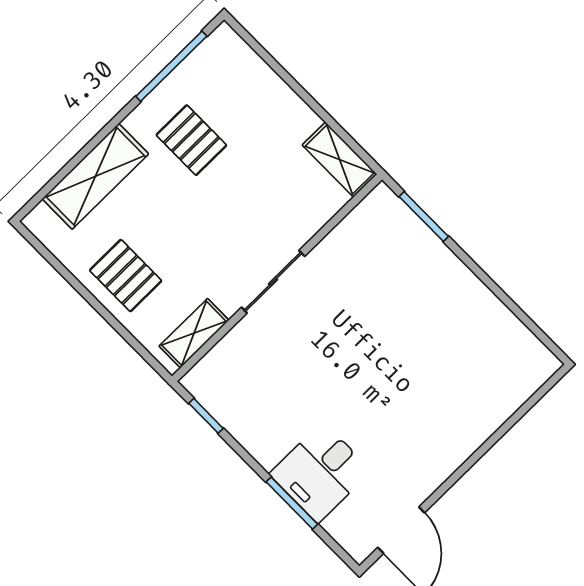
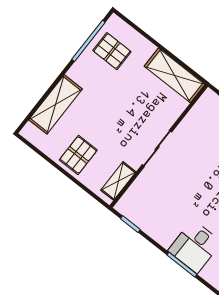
pallet: (191, 140) -> (112, 51), moved
shelving: (340, 160) -> (175, 75), width x1.50, depth x1.33
pallet: (126, 276) -> (78, 155), turned 90

